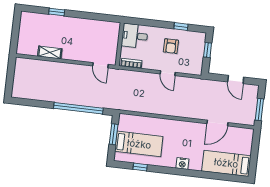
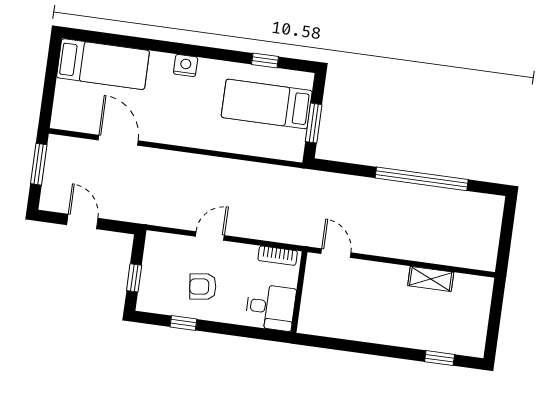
window: (57, 12) -> (440, 358), moved
armchair: (171, 46) -> (203, 287), turned -97
door: (168, 73) -> (210, 236), hinge flipped
window: (78, 108) -> (422, 179), moved
door: (217, 123) -> (118, 140), hinge flipped

